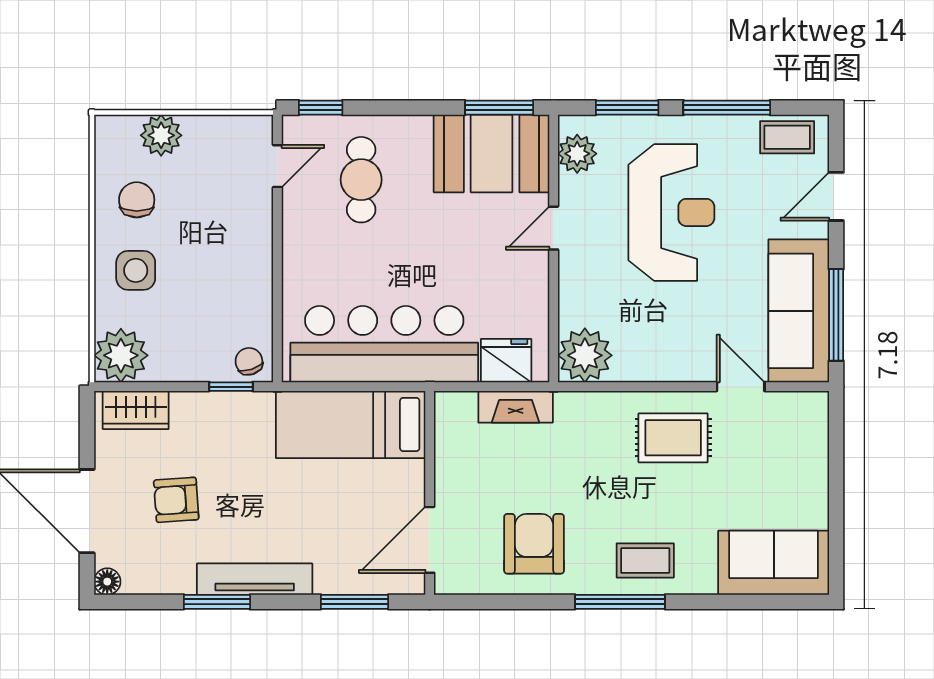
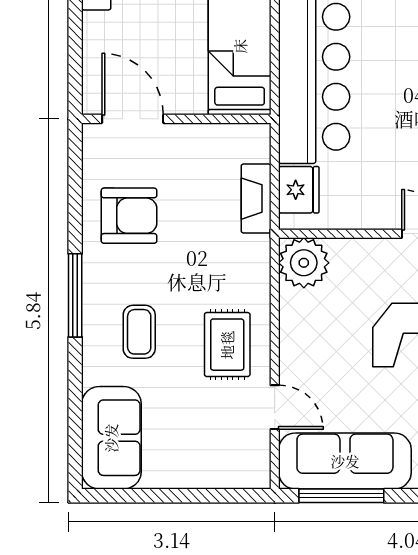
door: (741, 387) -> (275, 407), hinge flipped
coffee table: (645, 560) -> (139, 332), moved
window: (354, 602) -> (75, 49), removed

